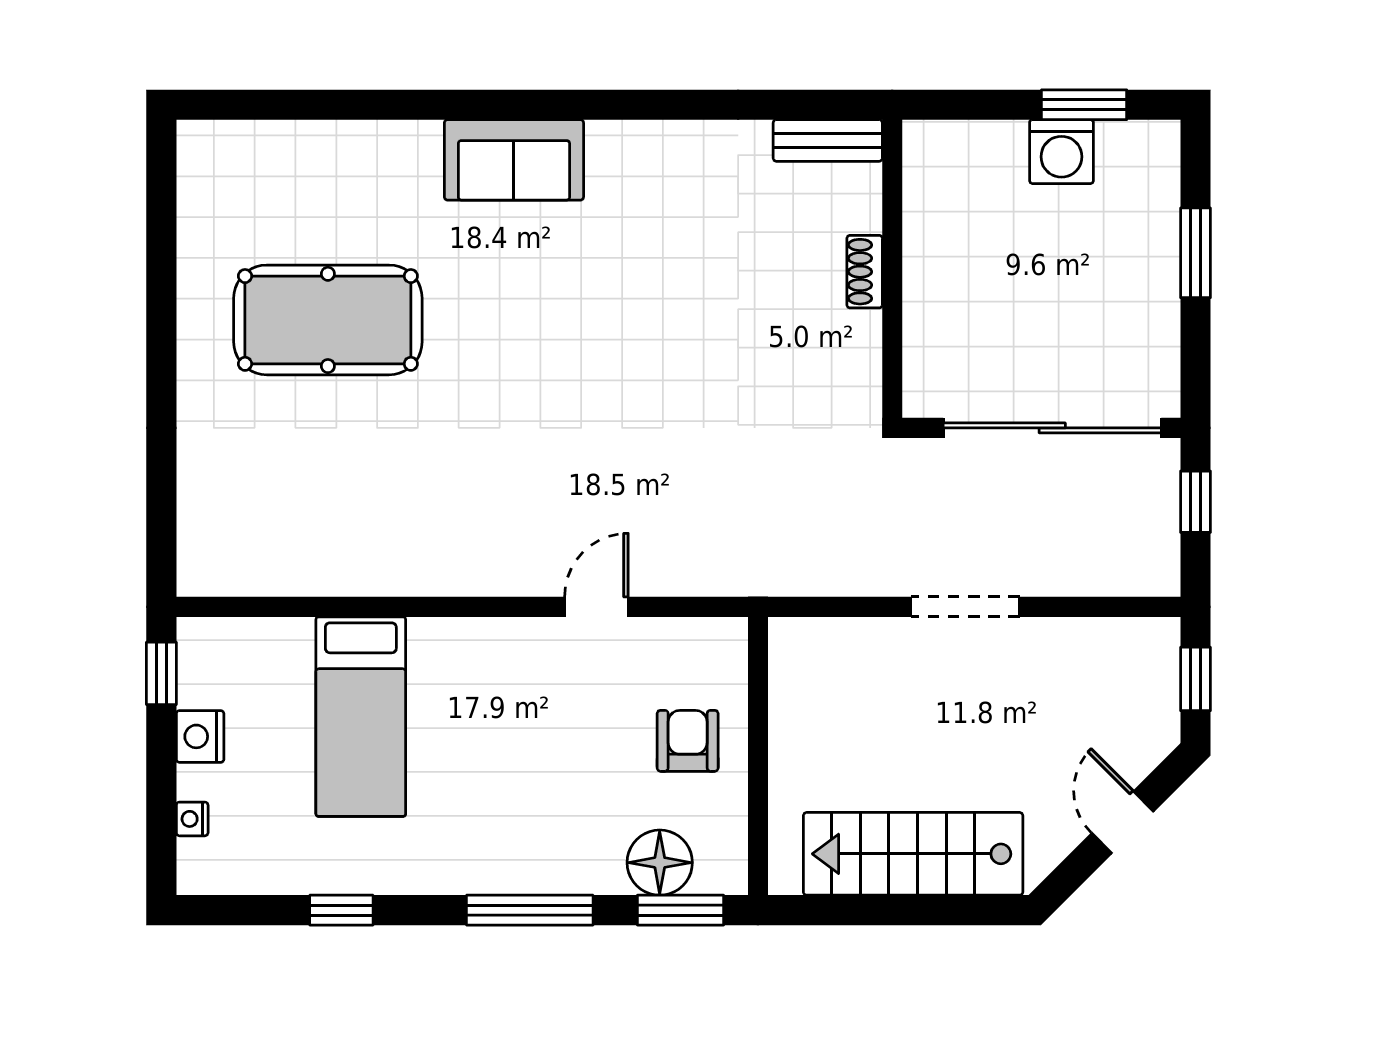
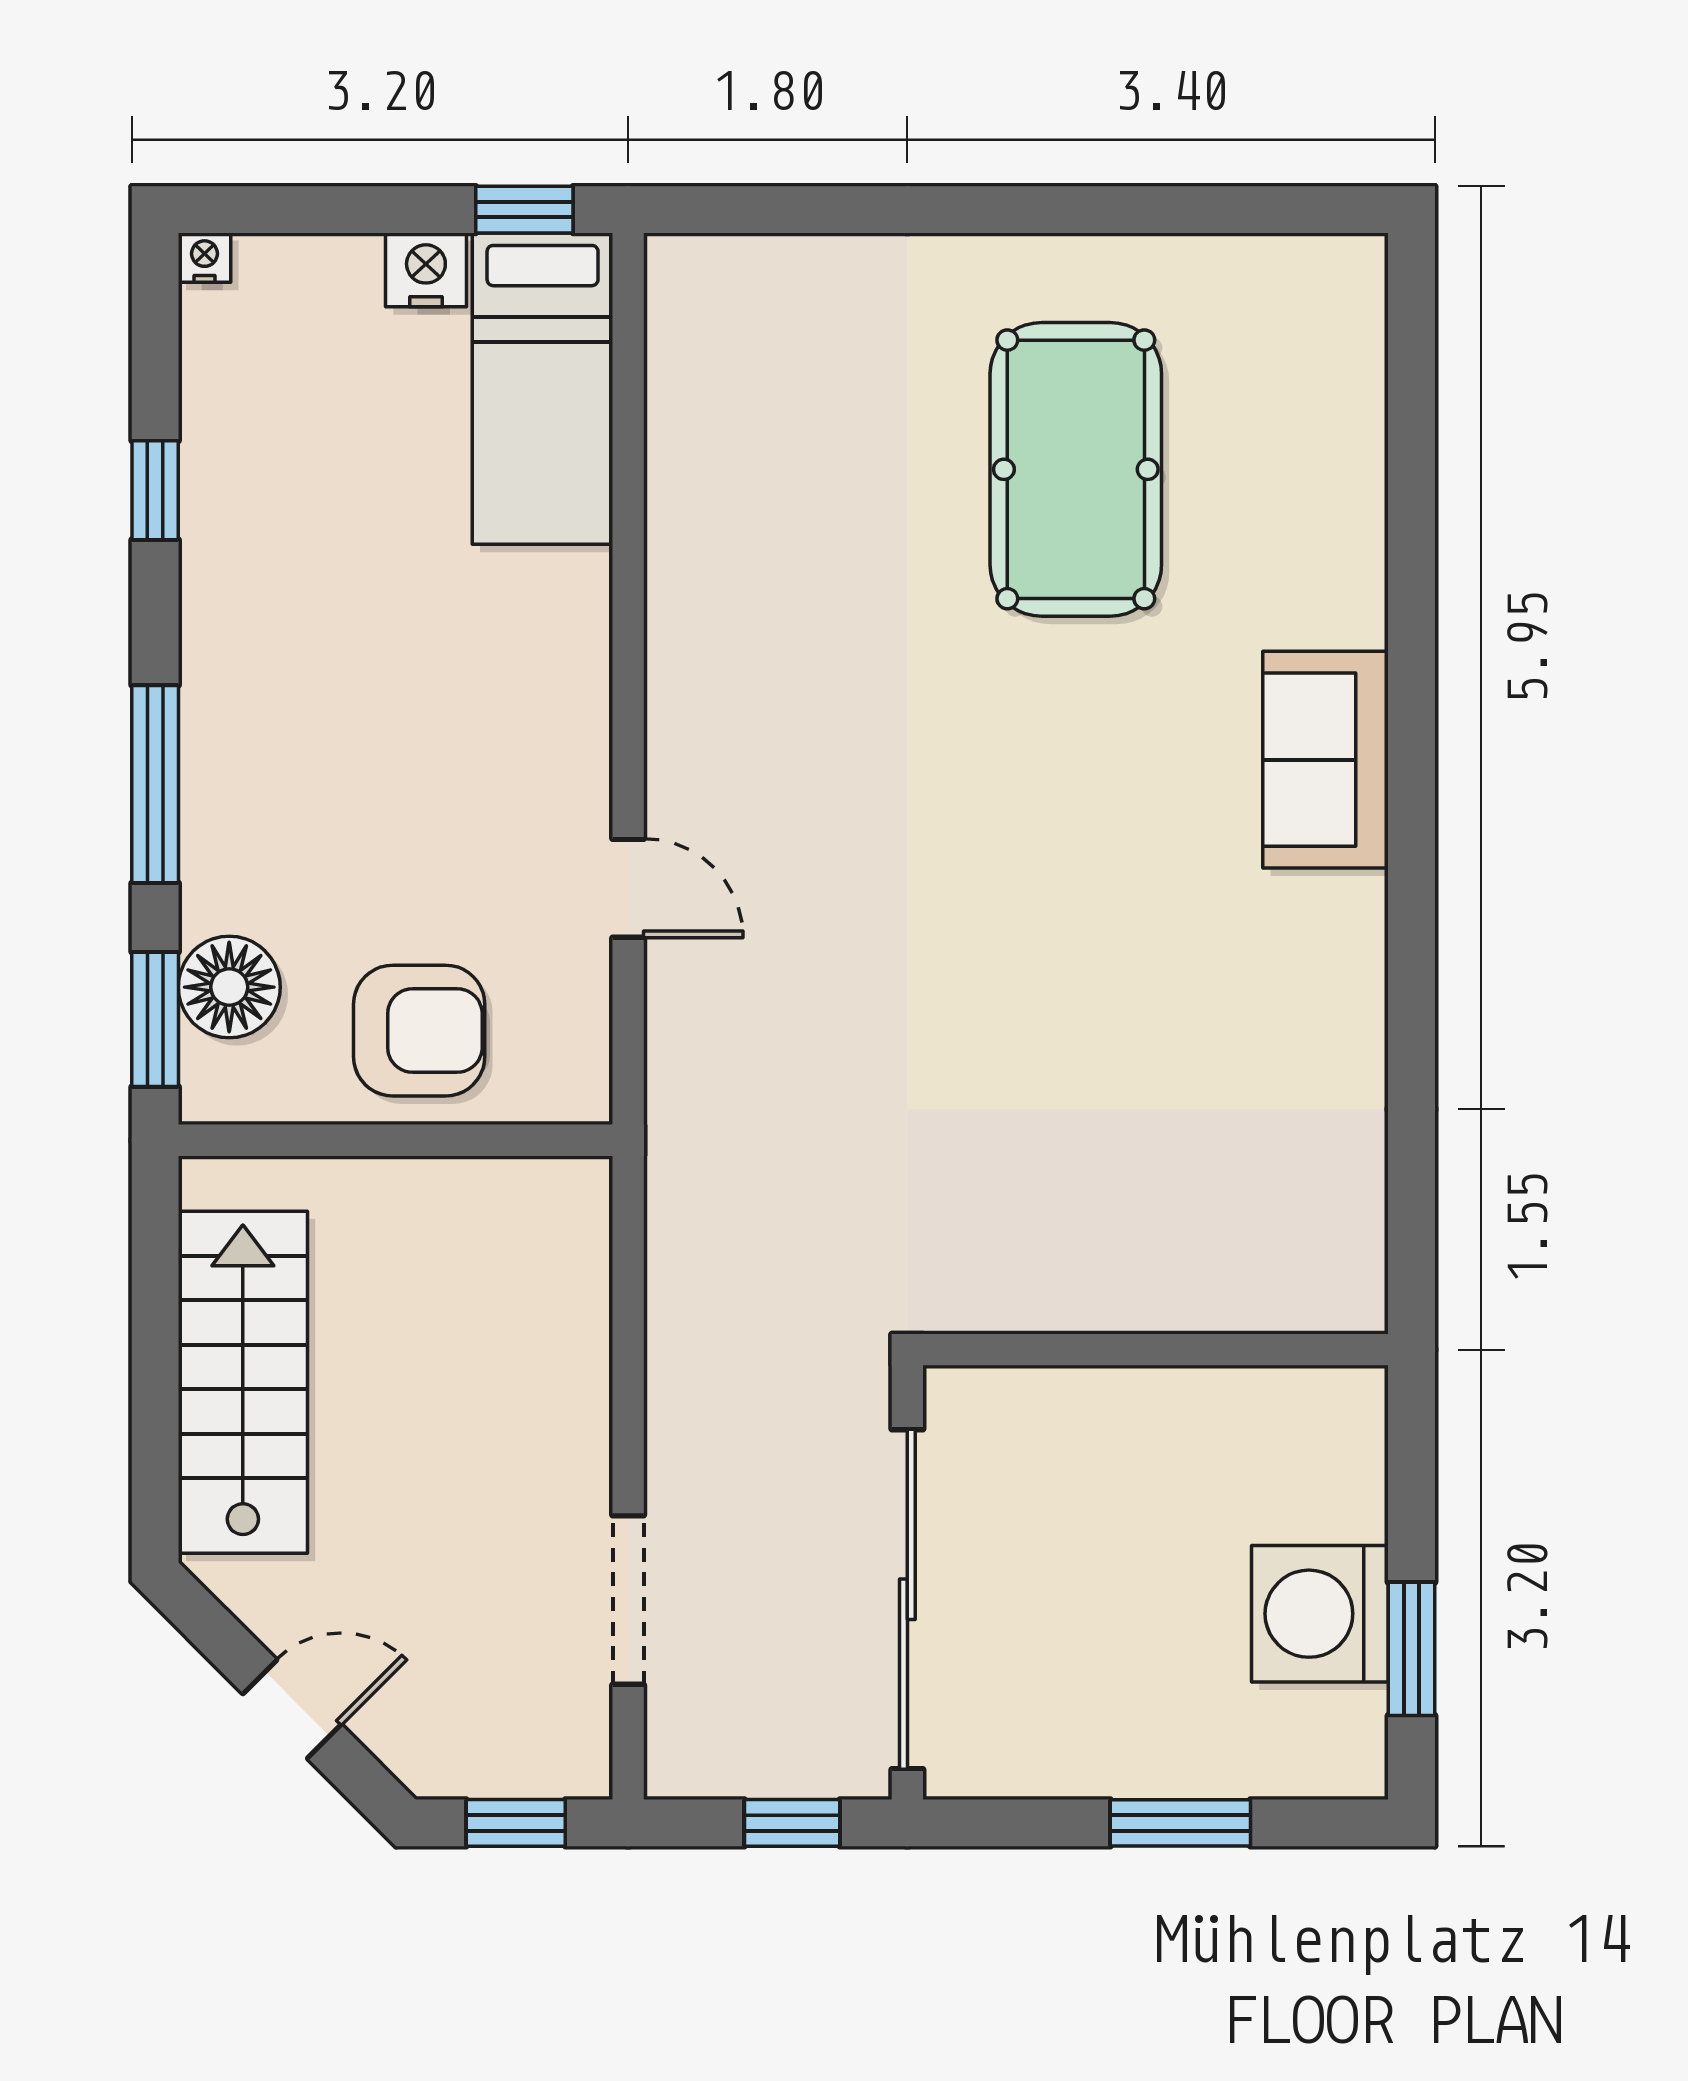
bench: (828, 140) -> (1356, 1249), removed
washing machine: (1061, 152) -> (1320, 1614), width x1.37, depth x1.37
shoe rack: (865, 272) -> (1151, 1307), removed
doorway: (965, 607) -> (628, 1600), moved
bed: (361, 717) -> (543, 389), moved, turned -90
armchair: (688, 741) -> (419, 1031), width x1.38, depth x1.38
nightstand: (192, 819) -> (205, 258), moved

